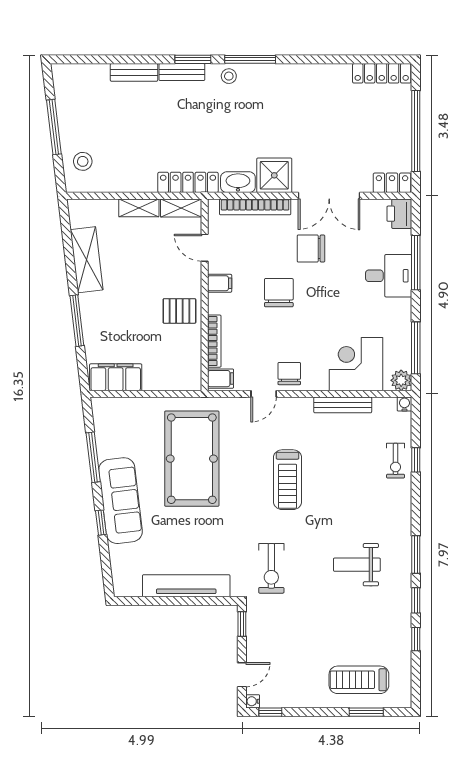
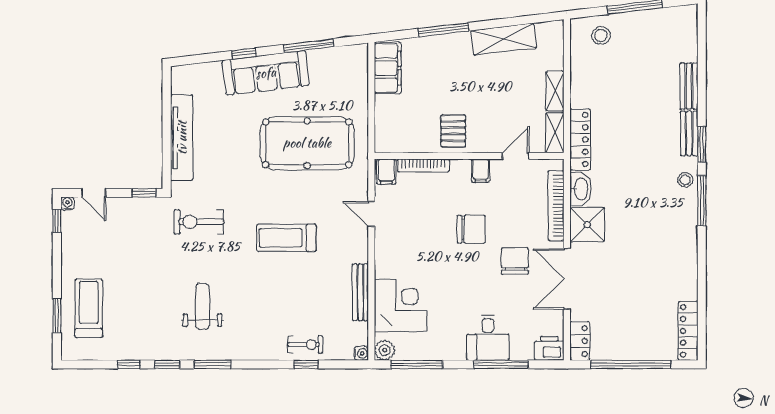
chair: (289, 374) -> (391, 240), removed
exercise bike: (396, 461) -> (305, 345), turned 180

